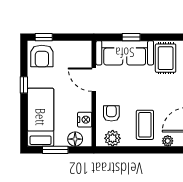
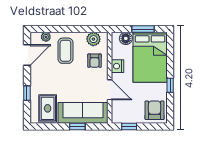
window: (44, 37) -> (129, 127), moved
bed: (41, 117) -> (150, 57), width x1.50
nightstand: (85, 120) -> (118, 66), moved

